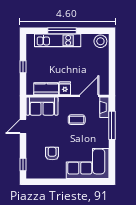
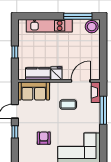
window: (62, 31) -> (78, 16), moved
window: (23, 165) -> (15, 132), moved

